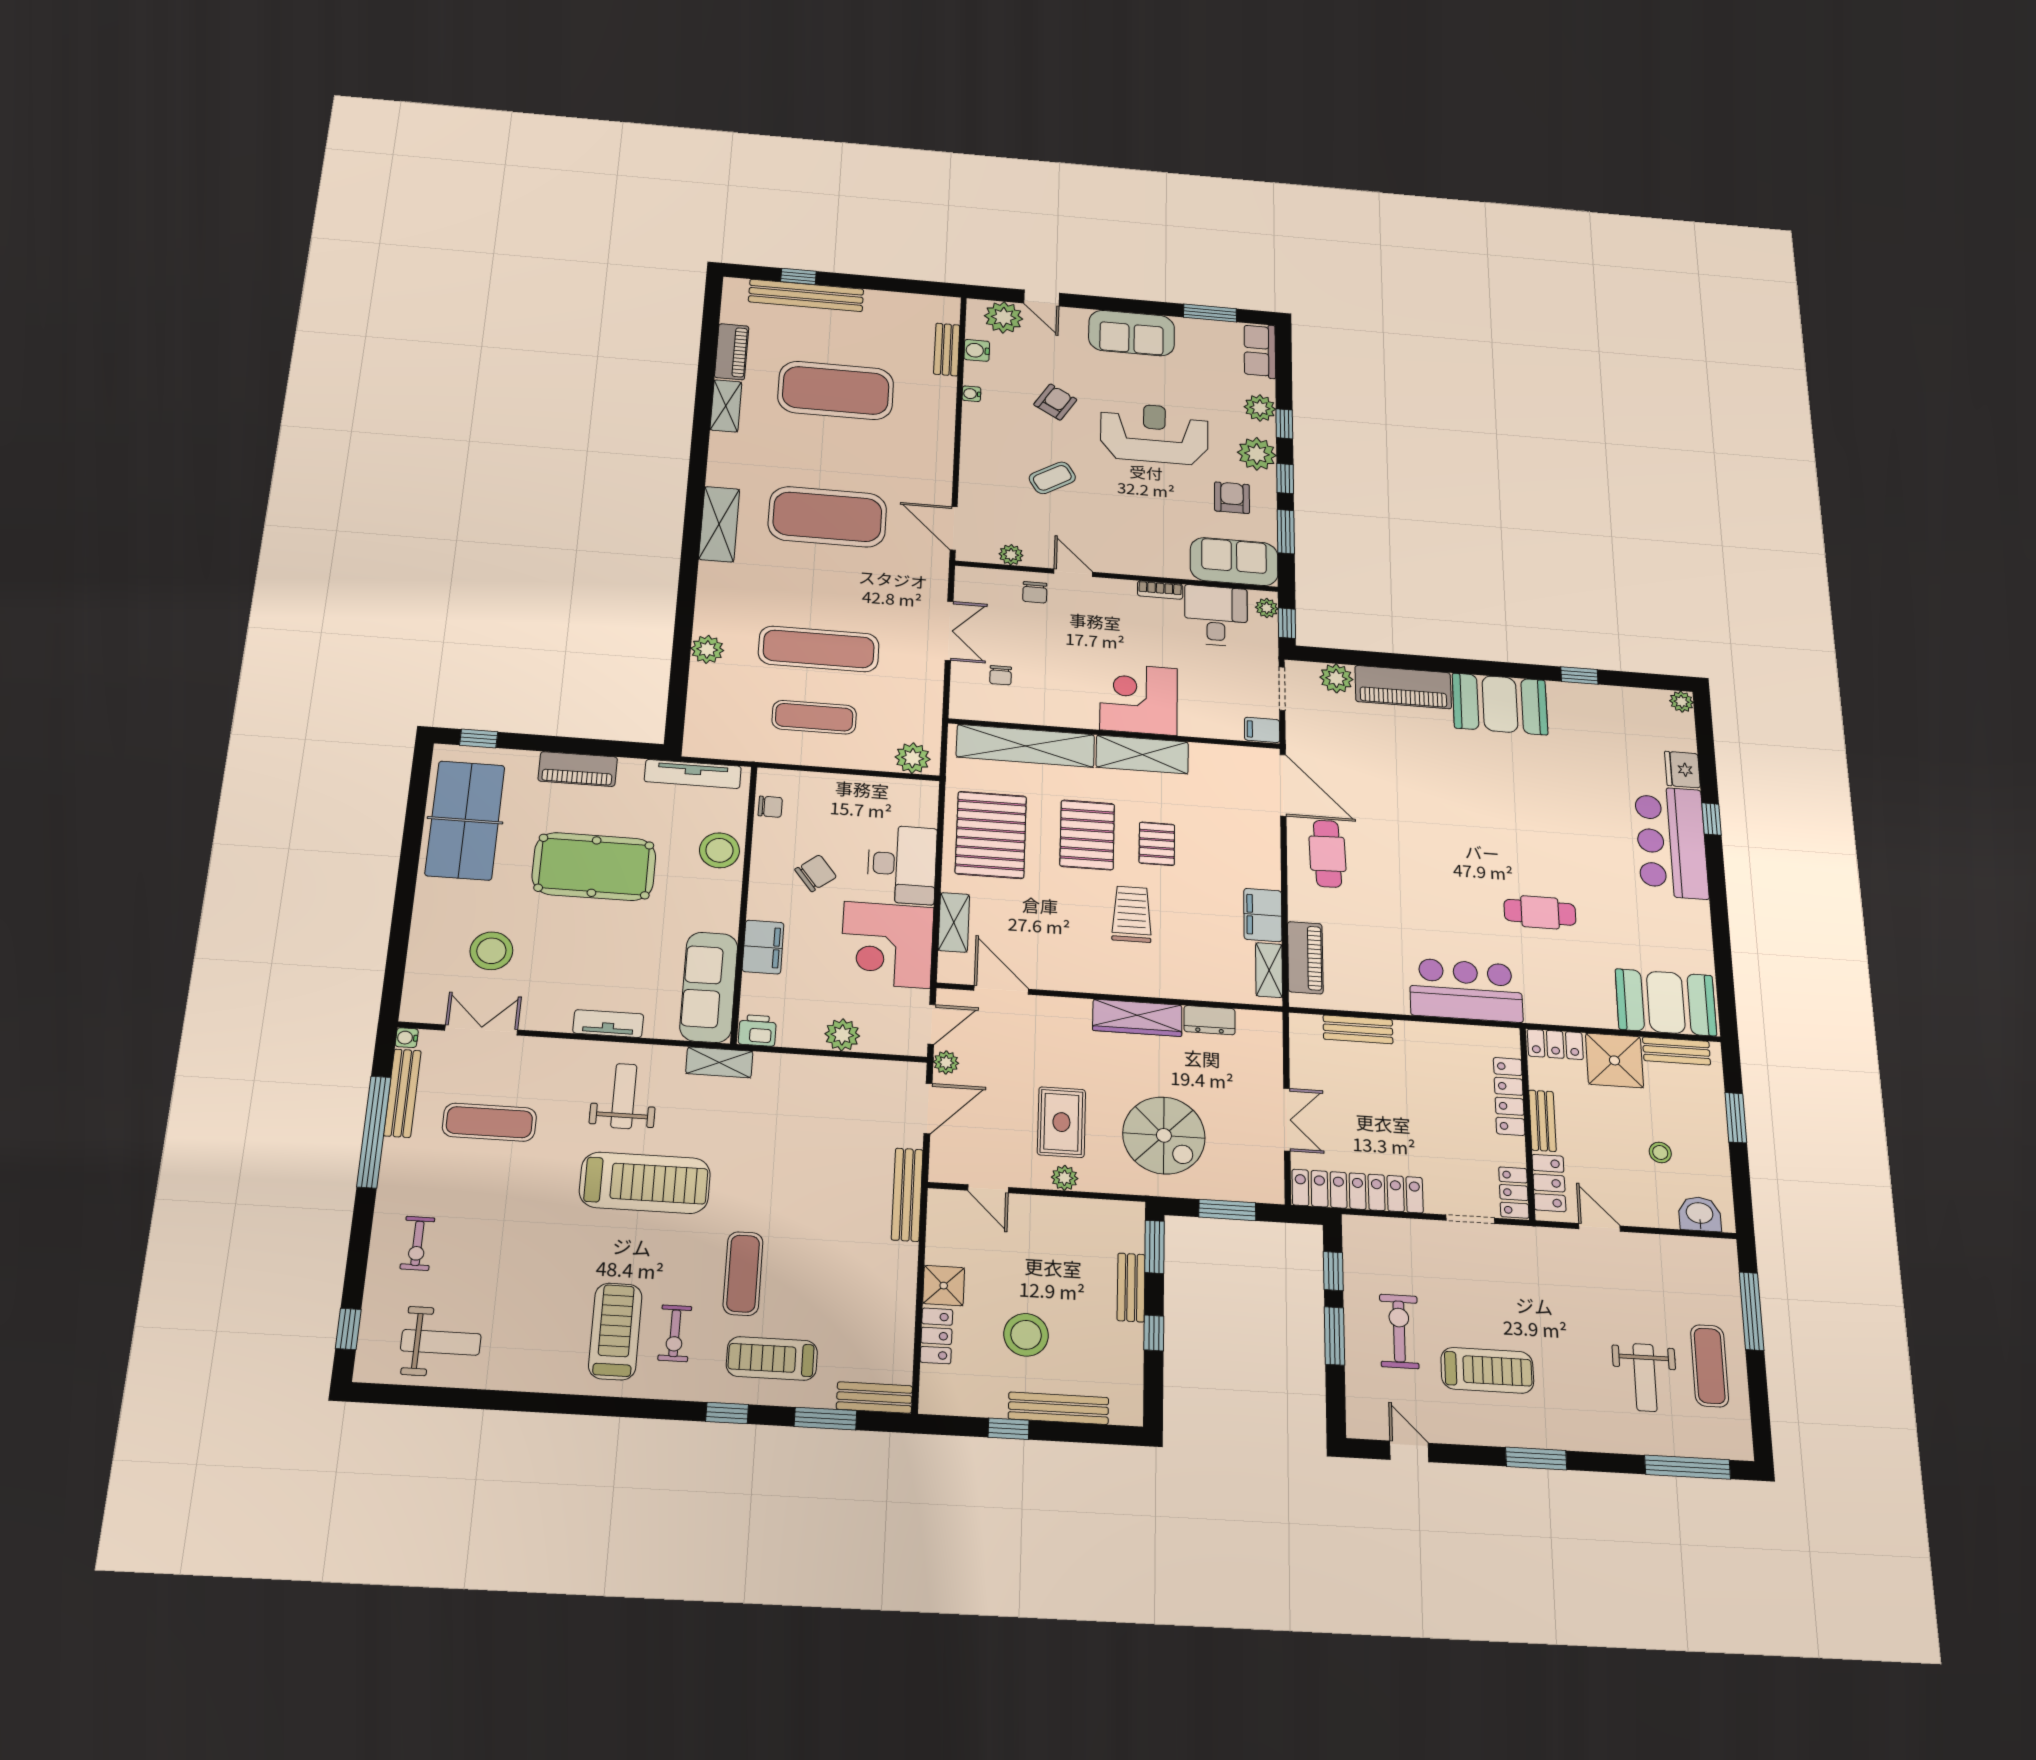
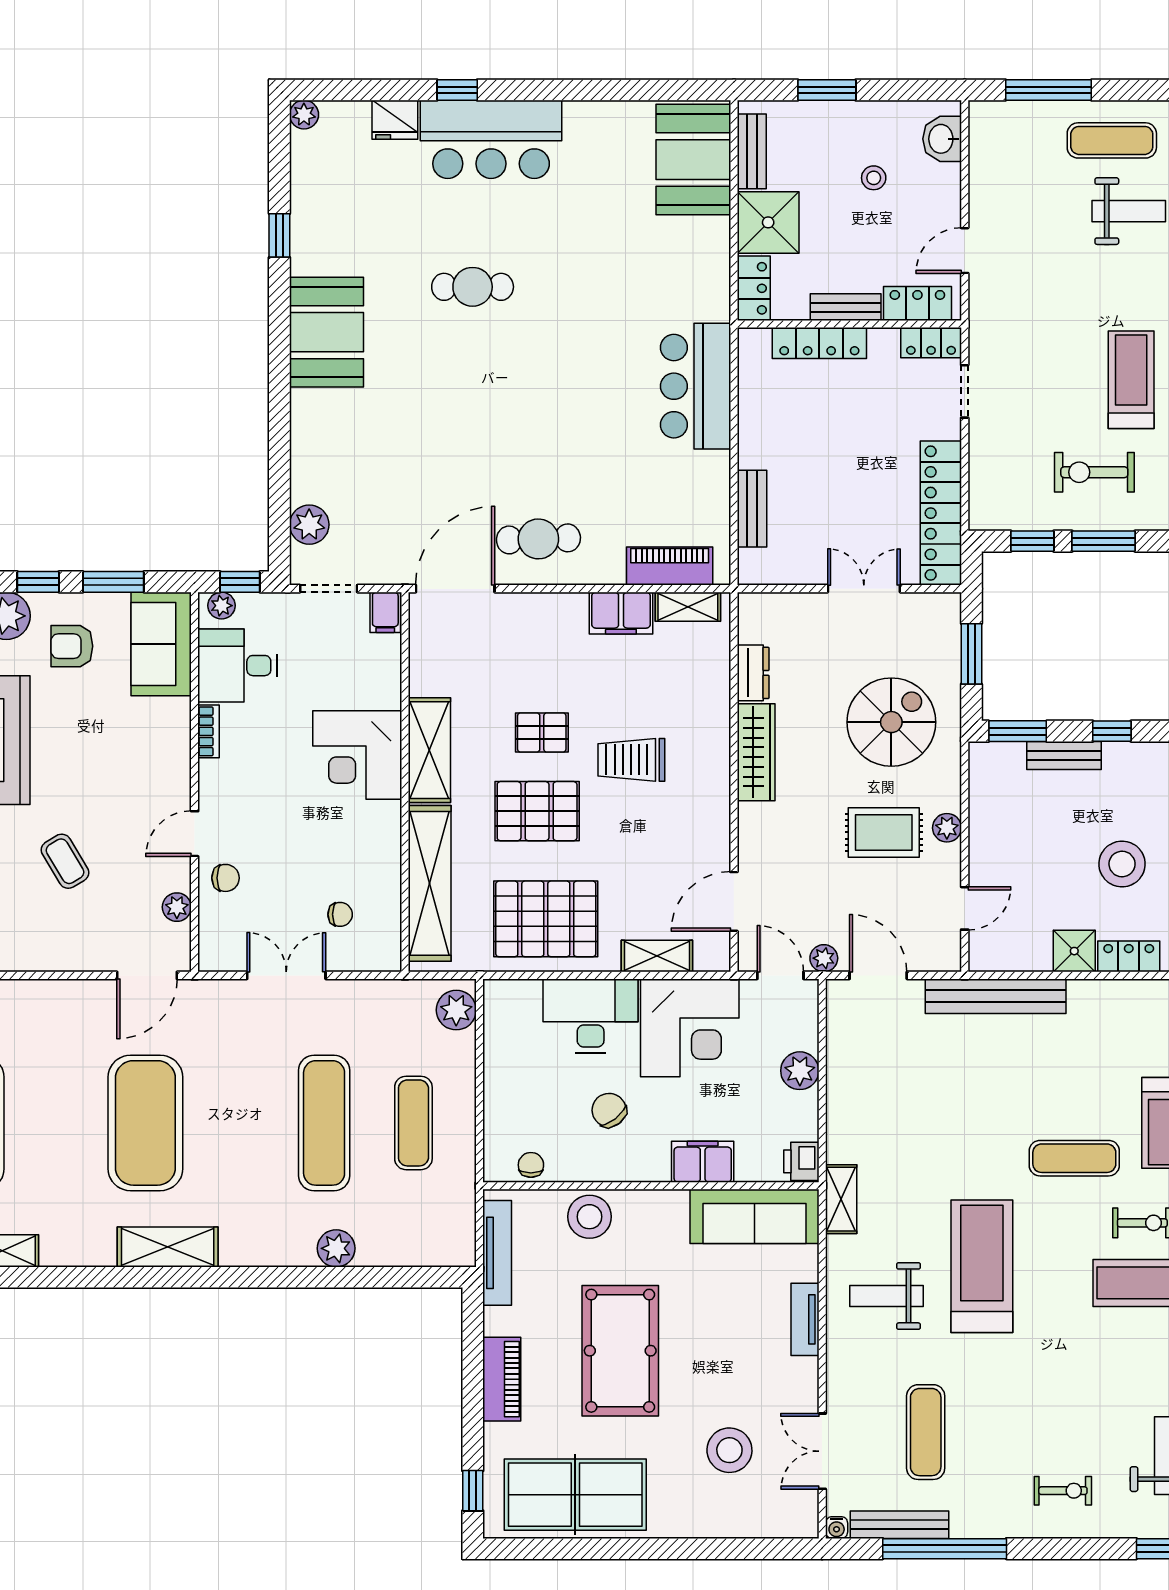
piano: (1403, 687) -> (314, 446), removed
cafe table: (1540, 912) -> (473, 287), moved, turned 90
bench: (907, 1195) -> (996, 996), width x1.37, depth x1.21

